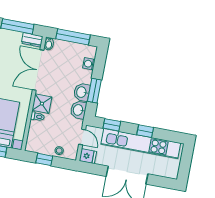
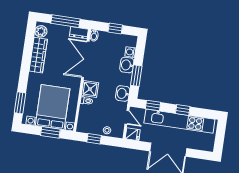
window: (73, 37) -> (115, 29), width x0.46
washbasin: (82, 92) -> (127, 65), moved

